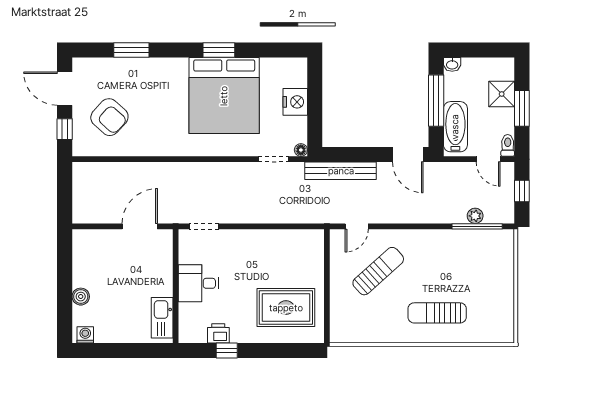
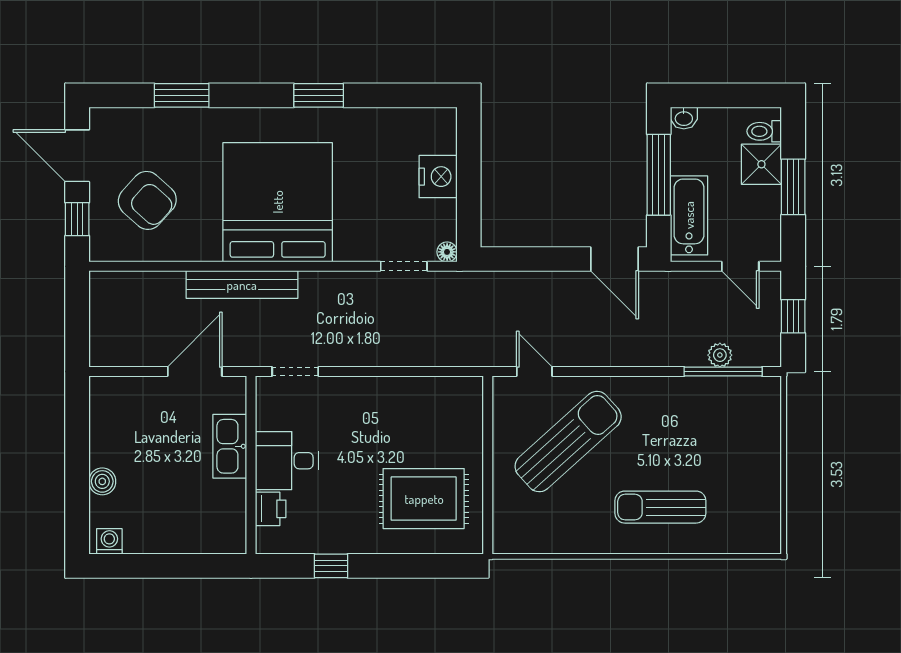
bed: (224, 96) -> (278, 202), moved, turned 180
toilet: (508, 145) -> (764, 131), moved, turned -90
bench: (341, 171) -> (242, 285), moved
door: (357, 226) -> (534, 372), swing flipped
sun lounger: (378, 271) -> (568, 442), width x1.36, depth x1.34
kitchen sink: (162, 318) -> (230, 446), moved
printer: (218, 333) -> (271, 509), moved, turned 90

